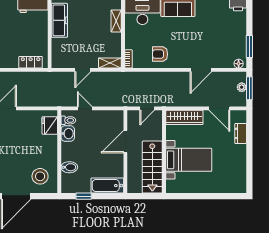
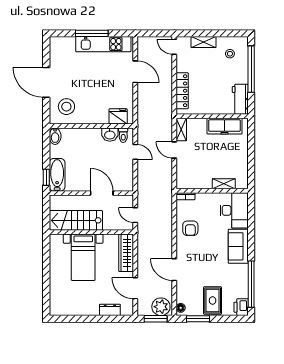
rug: (231, 32) -> (213, 301), added
armchair: (160, 54) -> (190, 228), turned 180
locker: (31, 62) -> (182, 91), width x1.53
shelving: (110, 63) -> (181, 130), moved
plant: (242, 87) -> (161, 307), width x1.88, depth x1.88
door: (85, 108) -> (135, 152), hinge flipped
door: (219, 108) -> (135, 288), hinge flipped
bidet: (69, 167) -> (55, 136), moved
window: (84, 196) -> (46, 177), moved

